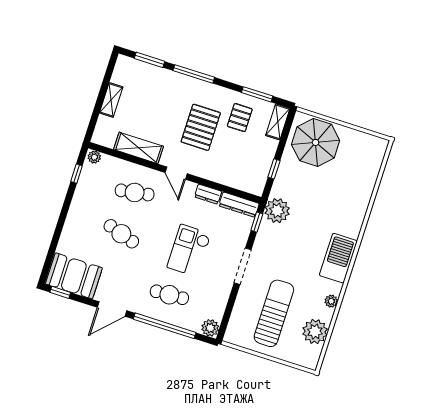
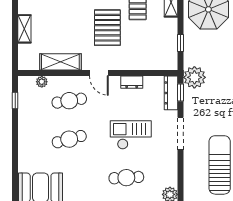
plant: (94, 157) -> (42, 82), moved
dresser: (239, 205) -> (171, 93), moved, turned 90
cafe table: (121, 234) -> (69, 139), turned -33
checkout: (189, 250) -> (131, 135), turned 90

